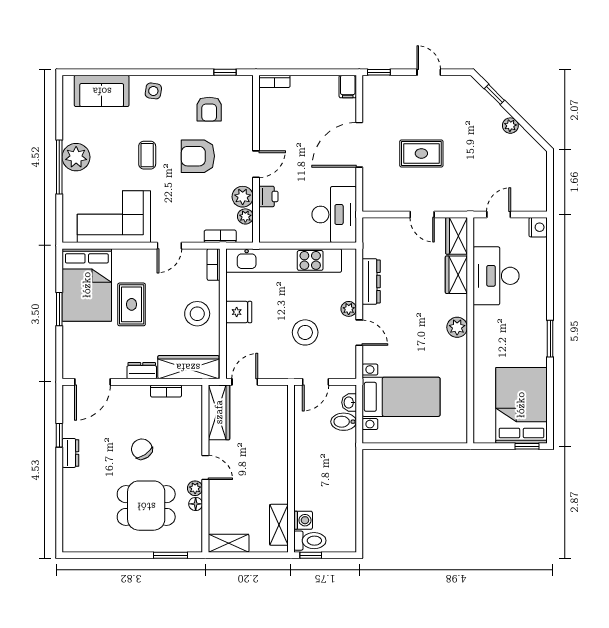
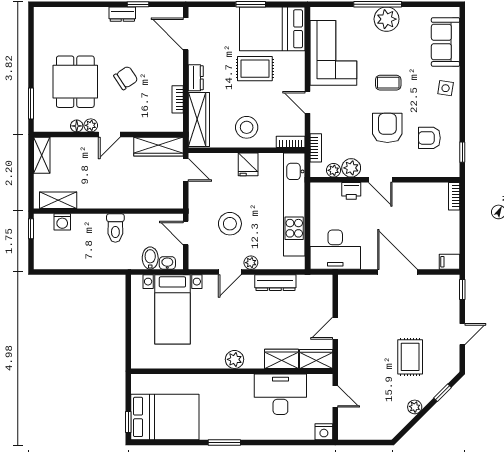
rug: (421, 153) -> (410, 357), moved
toilet: (310, 541) -> (115, 228), moved

